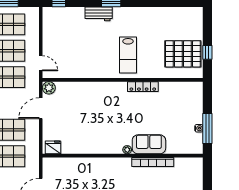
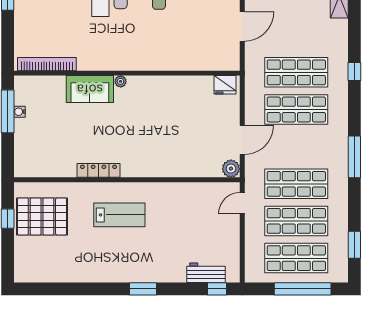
workbench: (99, 14) -> (206, 273), moved
lab bench: (128, 55) -> (119, 215), turned 90
door: (41, 63) -> (242, 203), hinge flipped
bookcase: (153, 162) -> (47, 64), moved

